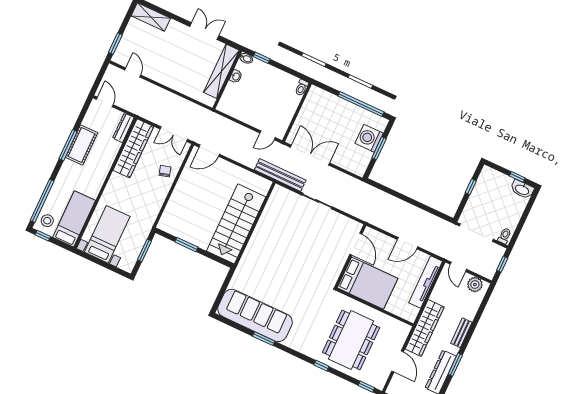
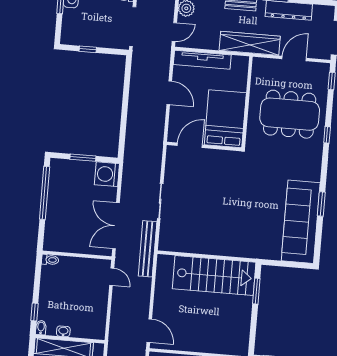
washing machine: (369, 138) -> (107, 174), moved, turned 90
window: (186, 245) -> (256, 291), moved

